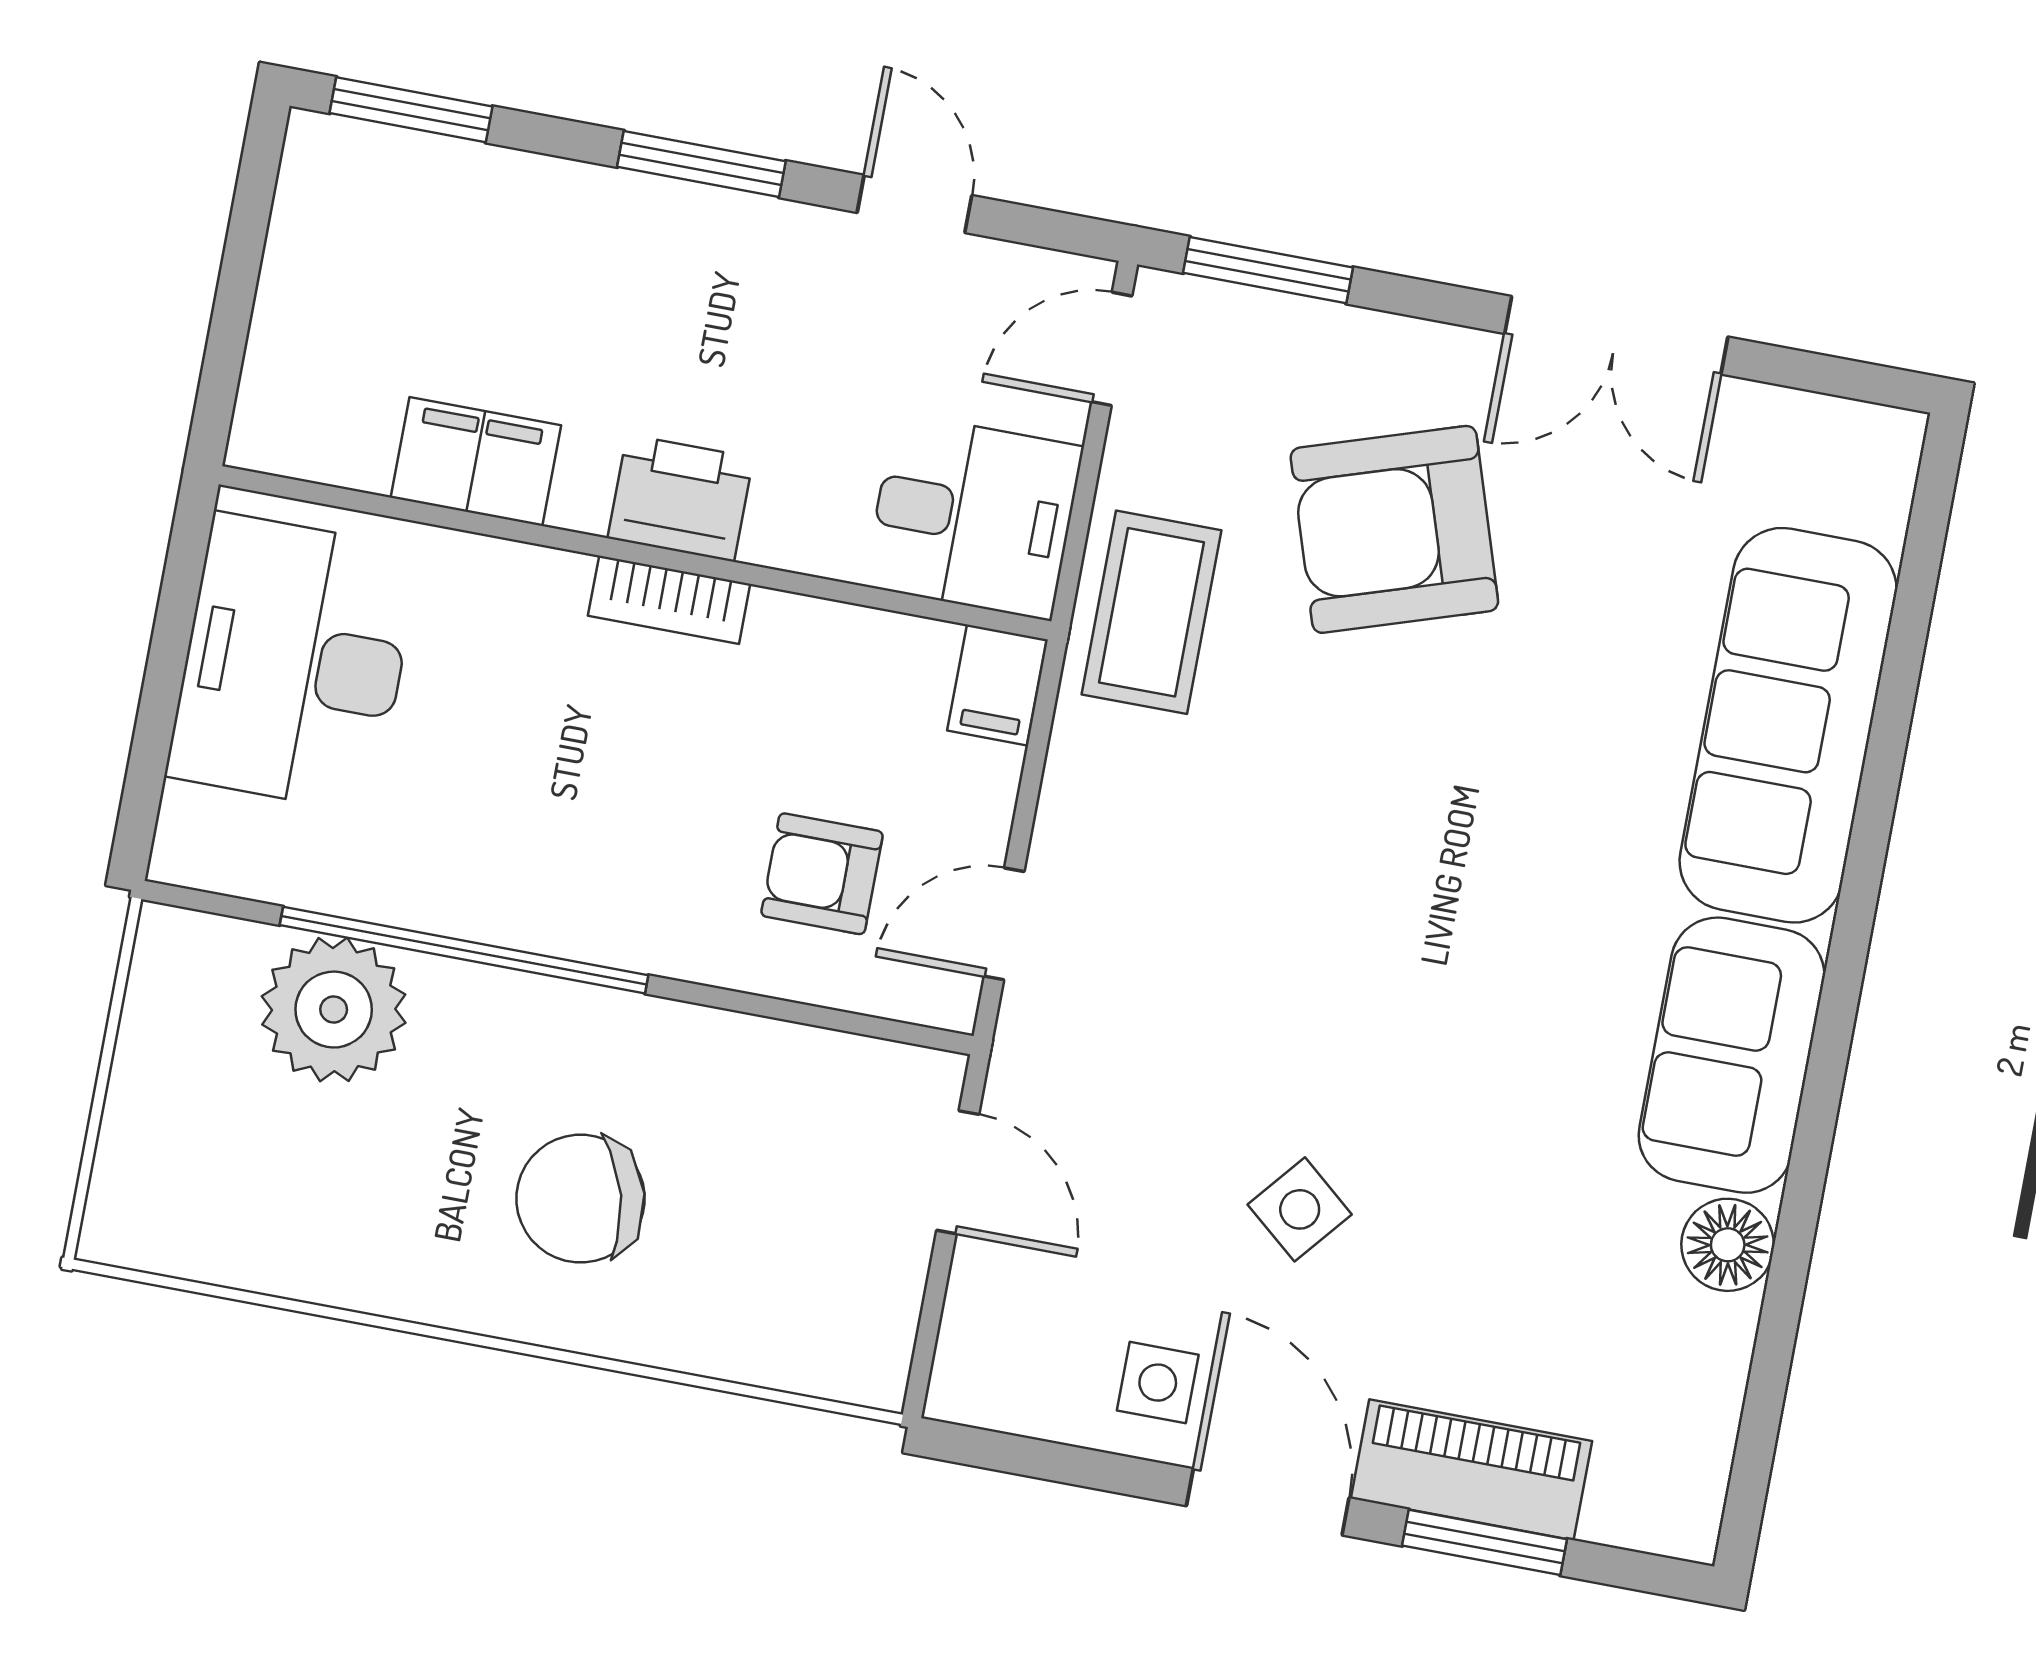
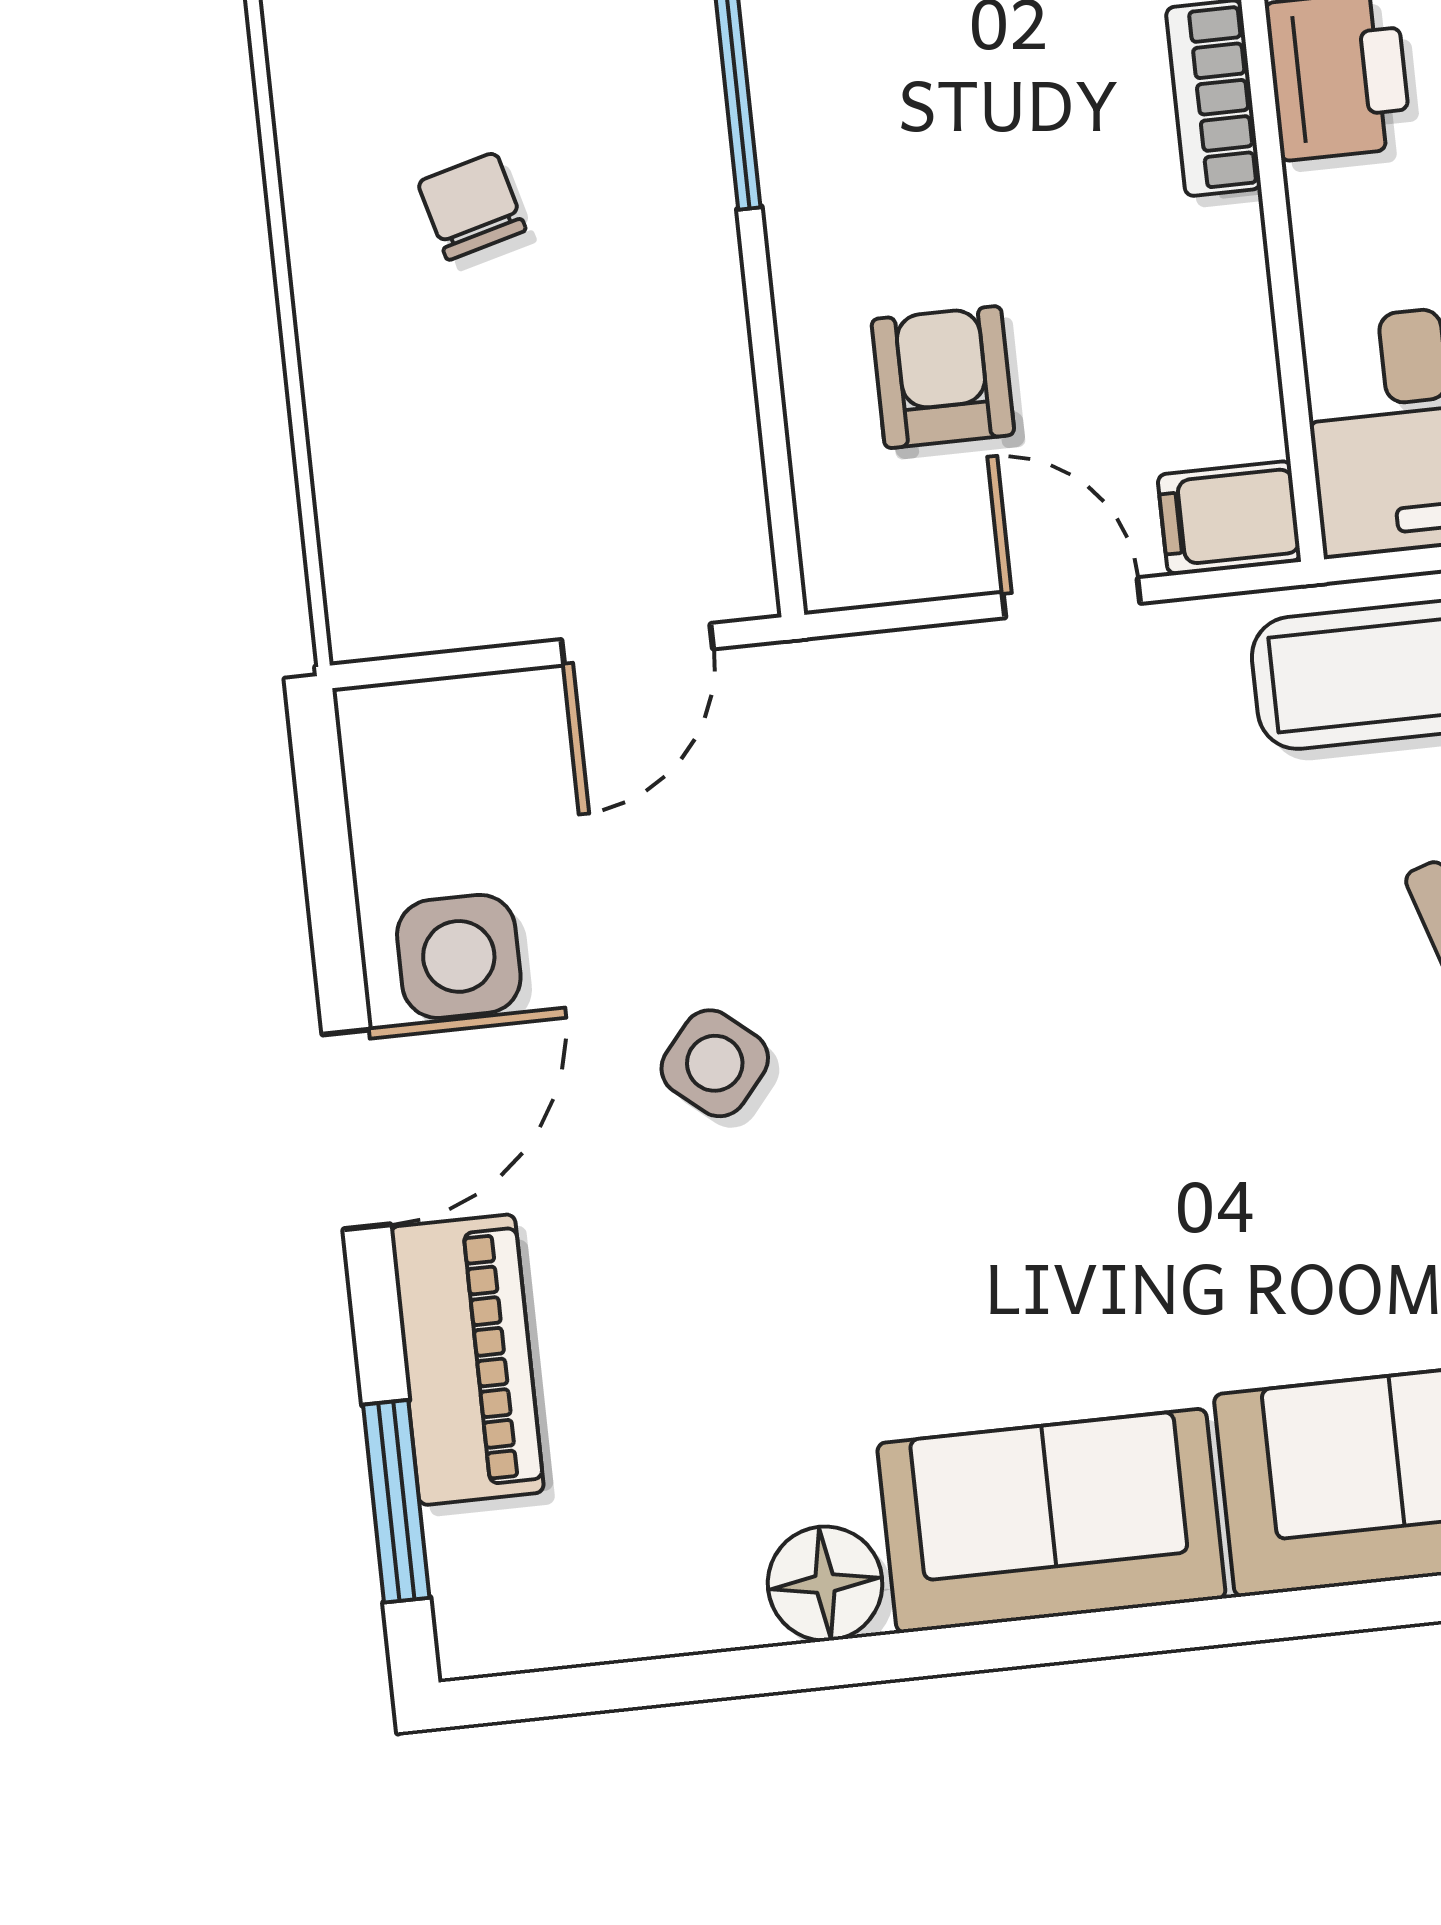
door: (1004, 924) -> (1071, 598), moved
chair: (581, 1199) -> (472, 206), width x0.54, depth x0.54
side table: (1158, 1383) -> (459, 956), width x1.37, depth x1.37
window: (1484, 1542) -> (396, 1501), moved

